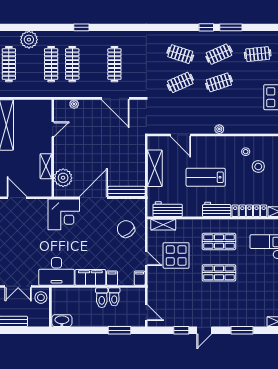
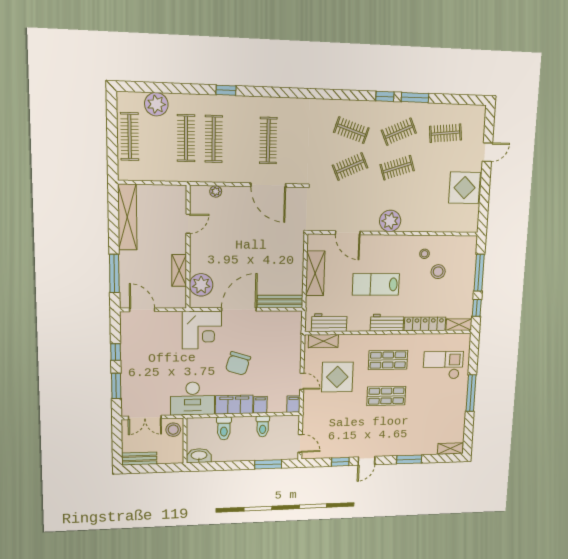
plant: (219, 129) -> (390, 221), width x1.88, depth x1.88
chair: (126, 229) -> (238, 363), moved, turned -127
toilet: (102, 298) -> (224, 428), moved

